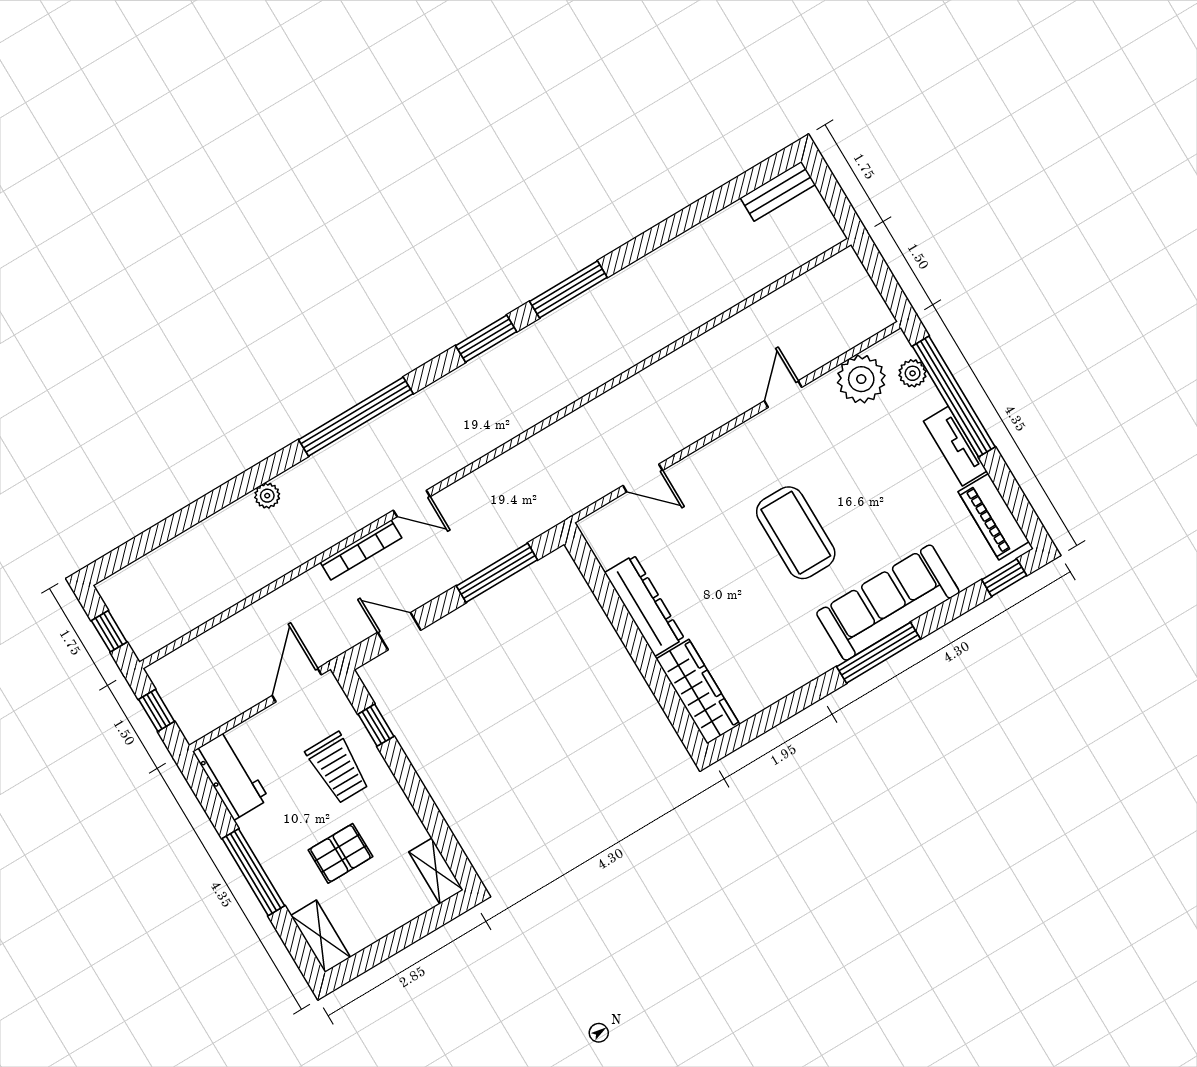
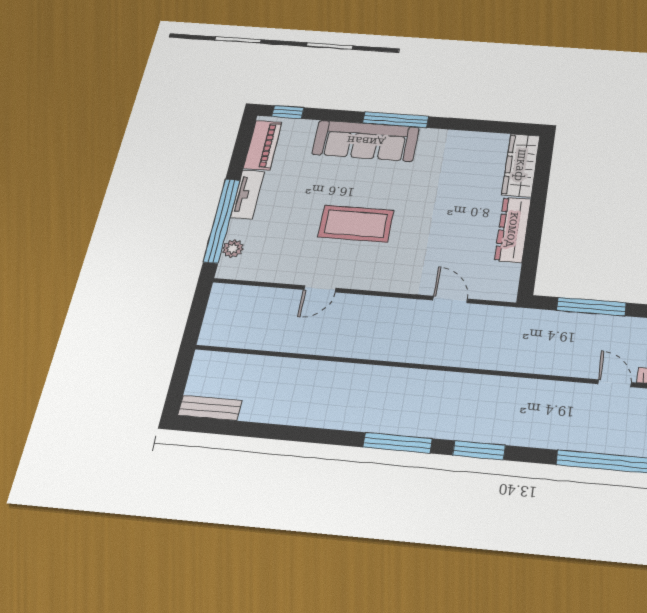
plant: (861, 379) -> (266, 266), removed
coffee table: (796, 533) -> (356, 224), moved, turned 90

